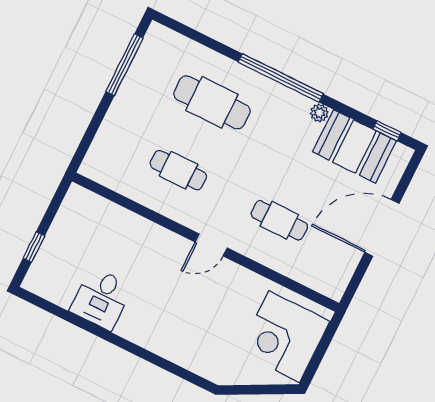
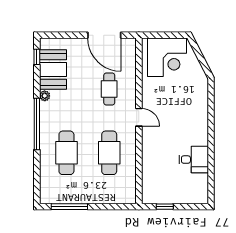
cafe table: (178, 170) -> (109, 153), width x1.37, depth x1.35
door: (382, 228) -> (104, 35), moved
window: (34, 247) -> (165, 207), moved

